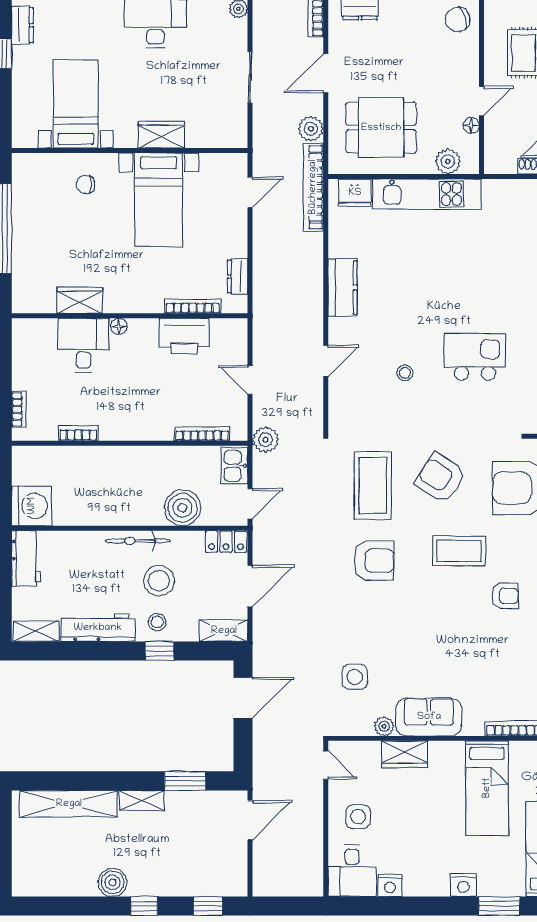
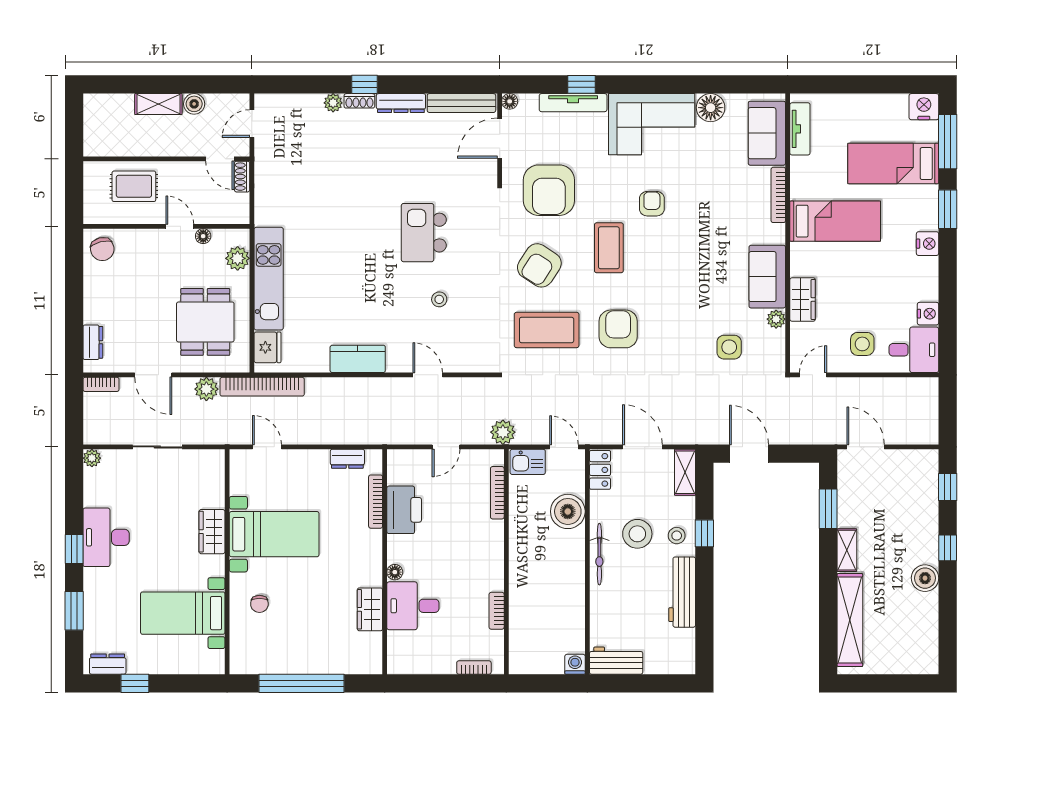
washing machine: (32, 506) -> (575, 664), width x0.53, depth x0.53
shelving: (36, 631) -> (686, 651), removed

